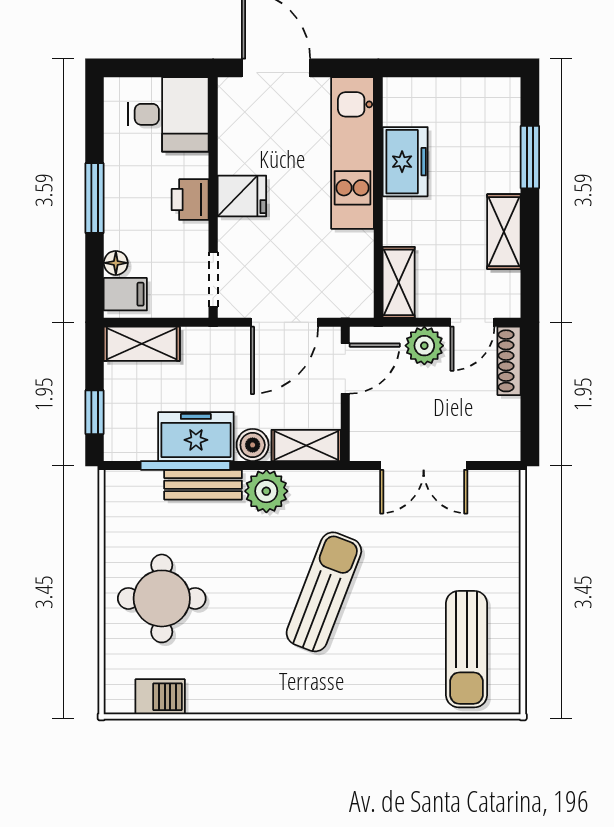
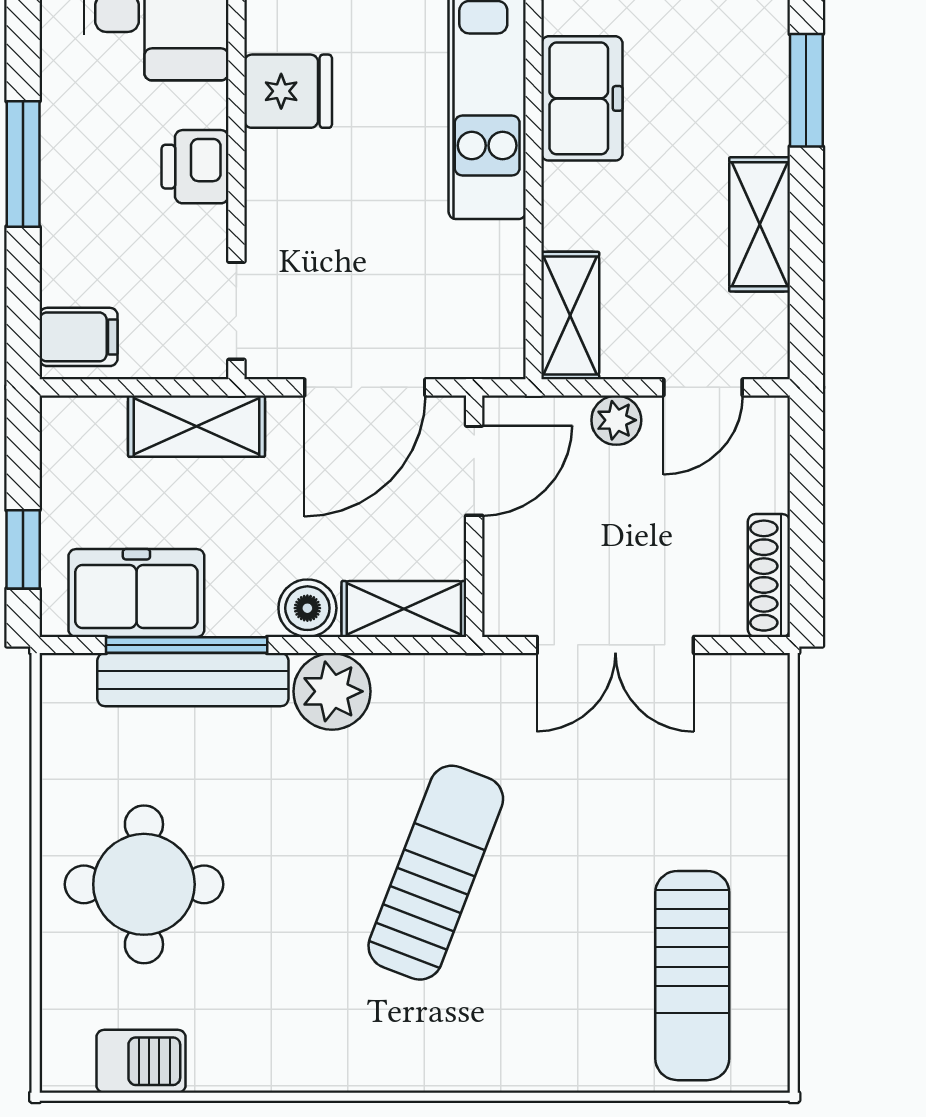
fridge: (242, 196) -> (288, 91), moved
floor lamp: (116, 263) -> (61, 281), removed
shelving: (142, 344) -> (197, 426), moved
plant: (424, 346) -> (616, 420), width x0.73, depth x0.73
shoe rack: (509, 361) -> (769, 576), moved
freezer: (196, 437) -> (136, 593), moved
bench: (203, 485) -> (193, 680), width x1.36

